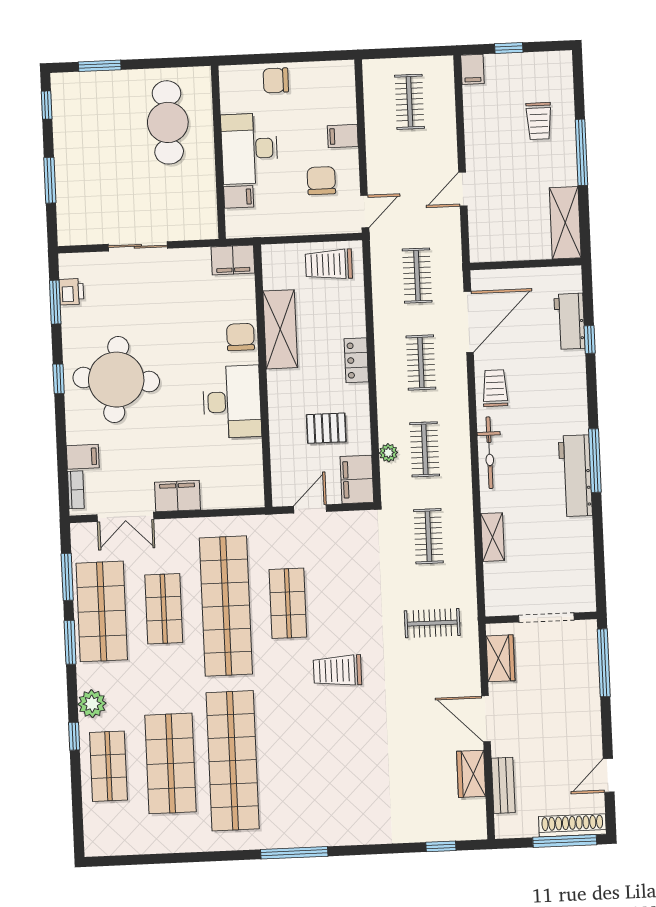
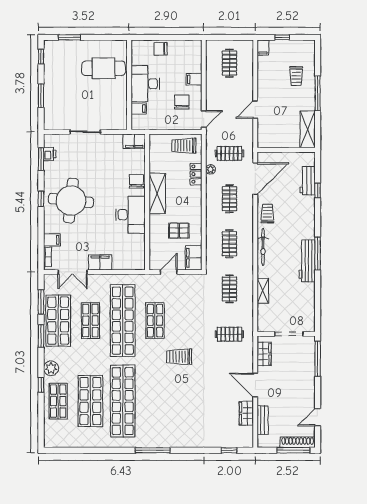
cafe table: (168, 122) -> (104, 68), turned 90
clothes rail: (417, 276) -> (229, 153), turned 90
shelving: (280, 329) -> (157, 193), moved
locker: (356, 360) -> (196, 174), moved
plant: (388, 453) -> (211, 169), moved

